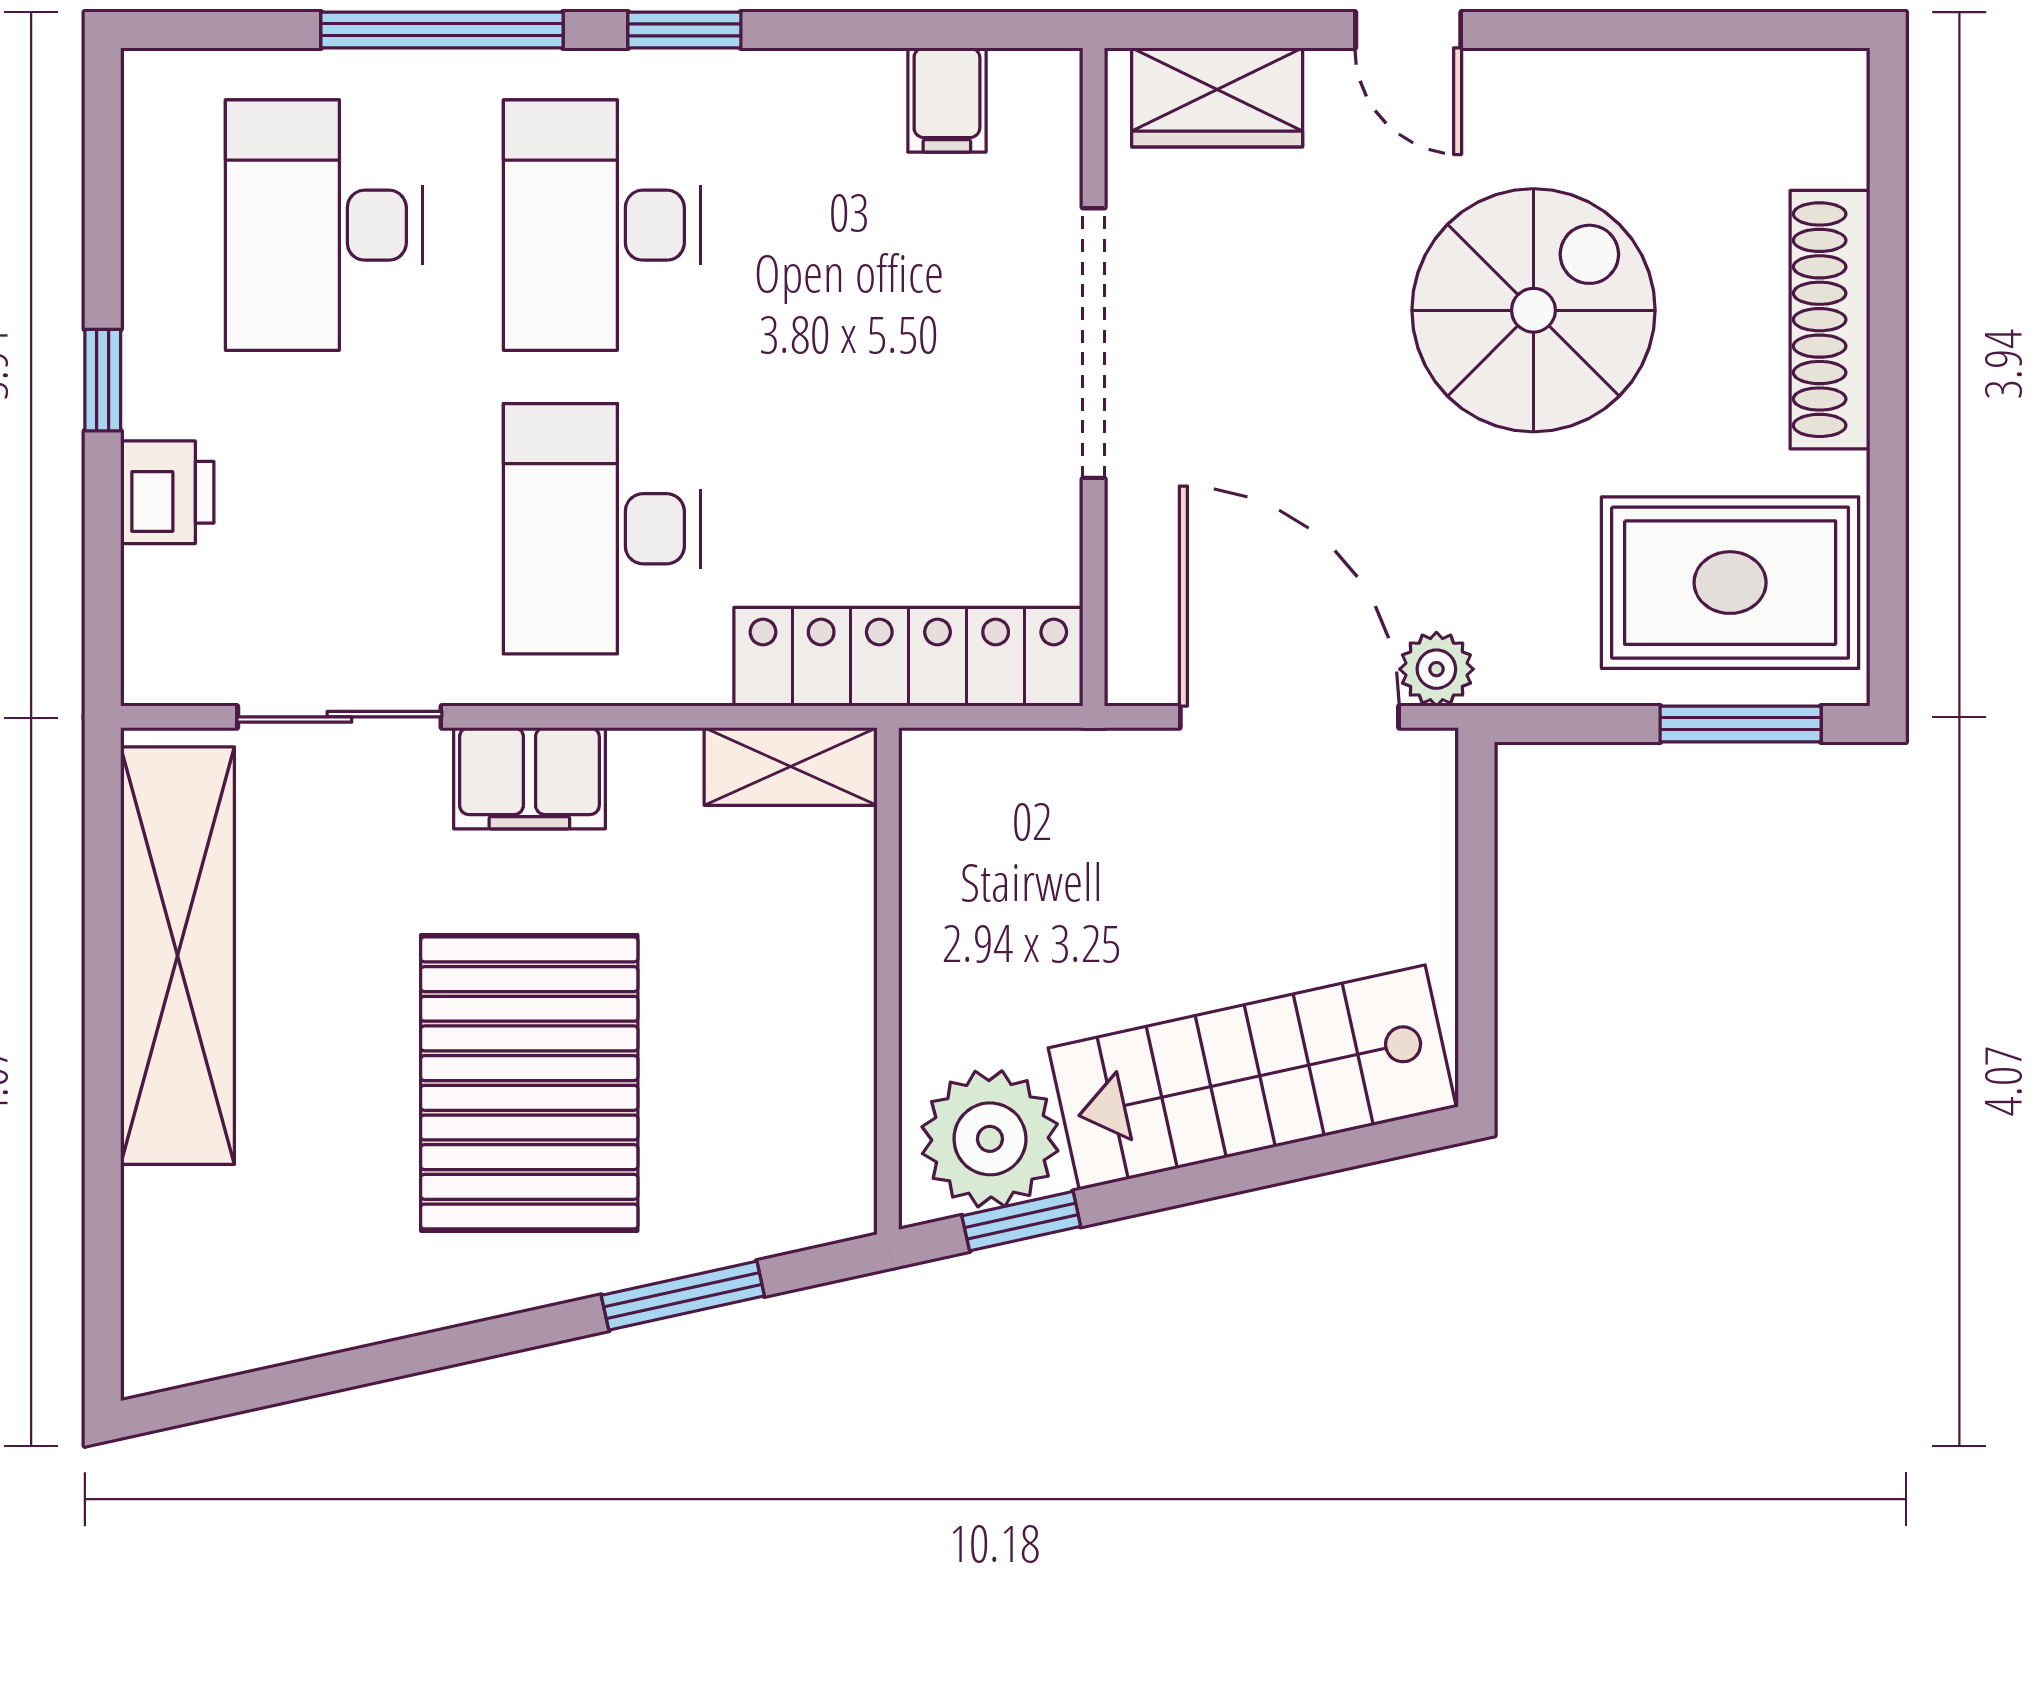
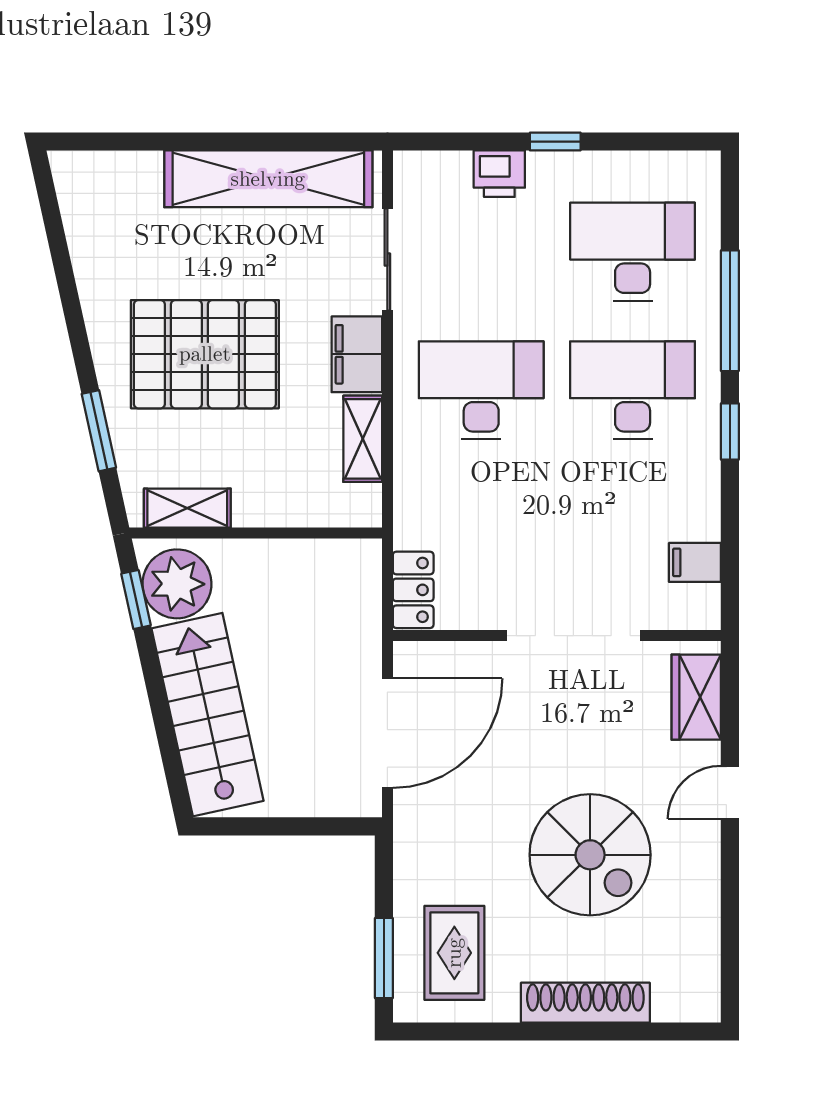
rug: (1730, 583) -> (454, 953), width x0.73, depth x0.70
locker: (908, 657) -> (413, 590), width x0.46, depth x0.83
plant: (1436, 669) -> (411, 806), removed
shelving: (791, 766) -> (363, 439), moved
shelving: (838, 1118) -> (187, 508), added

